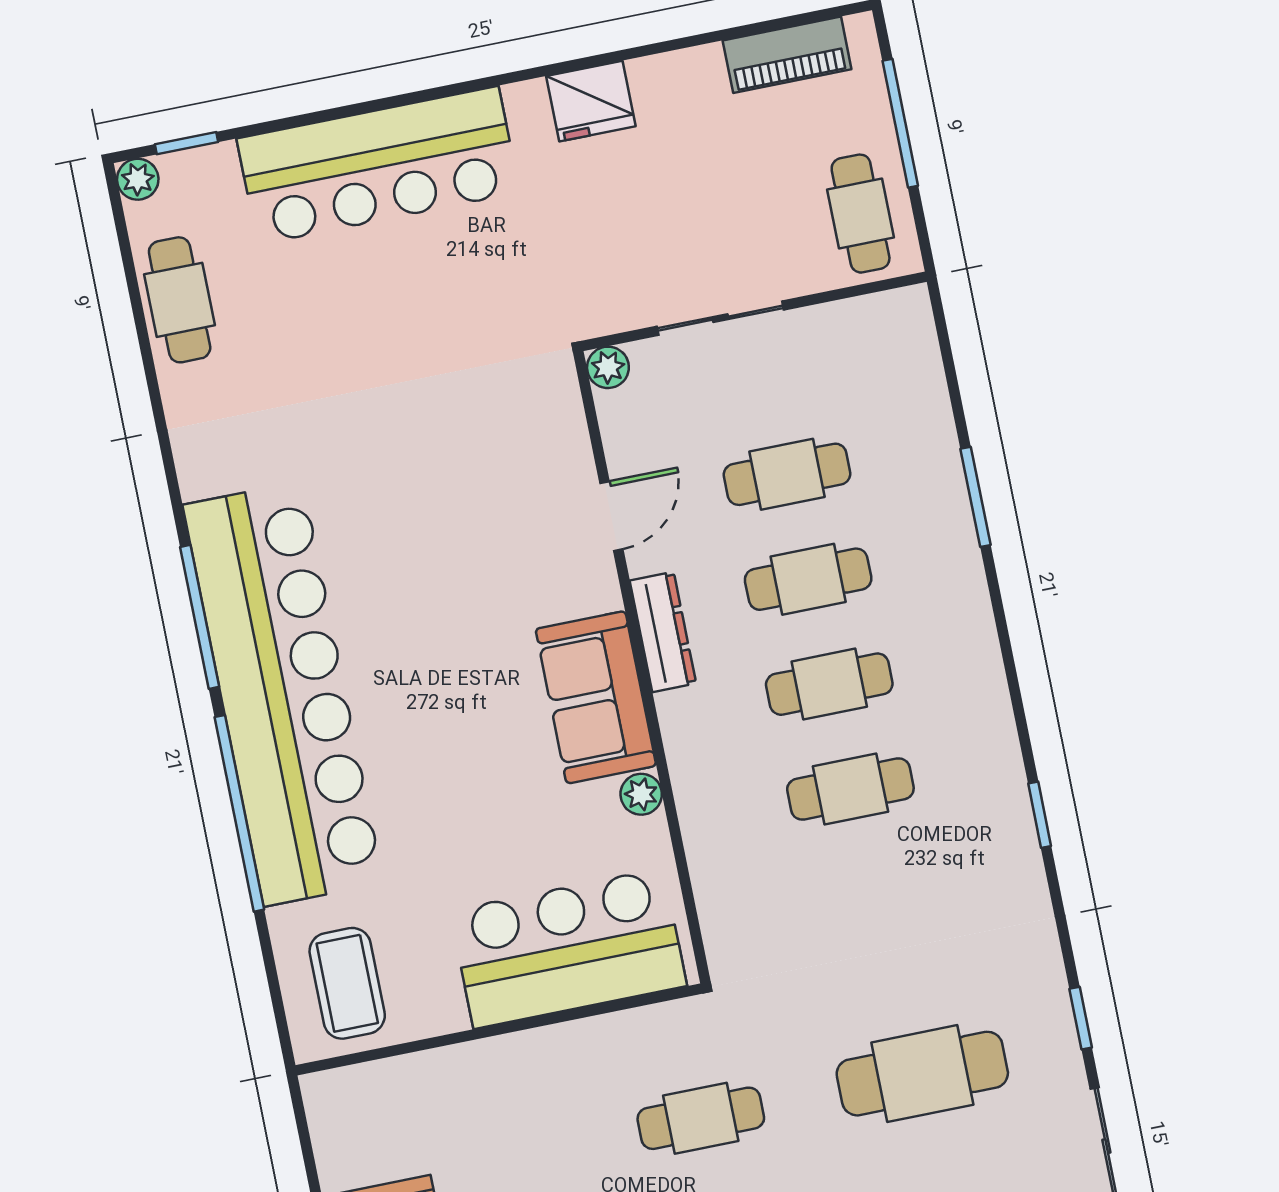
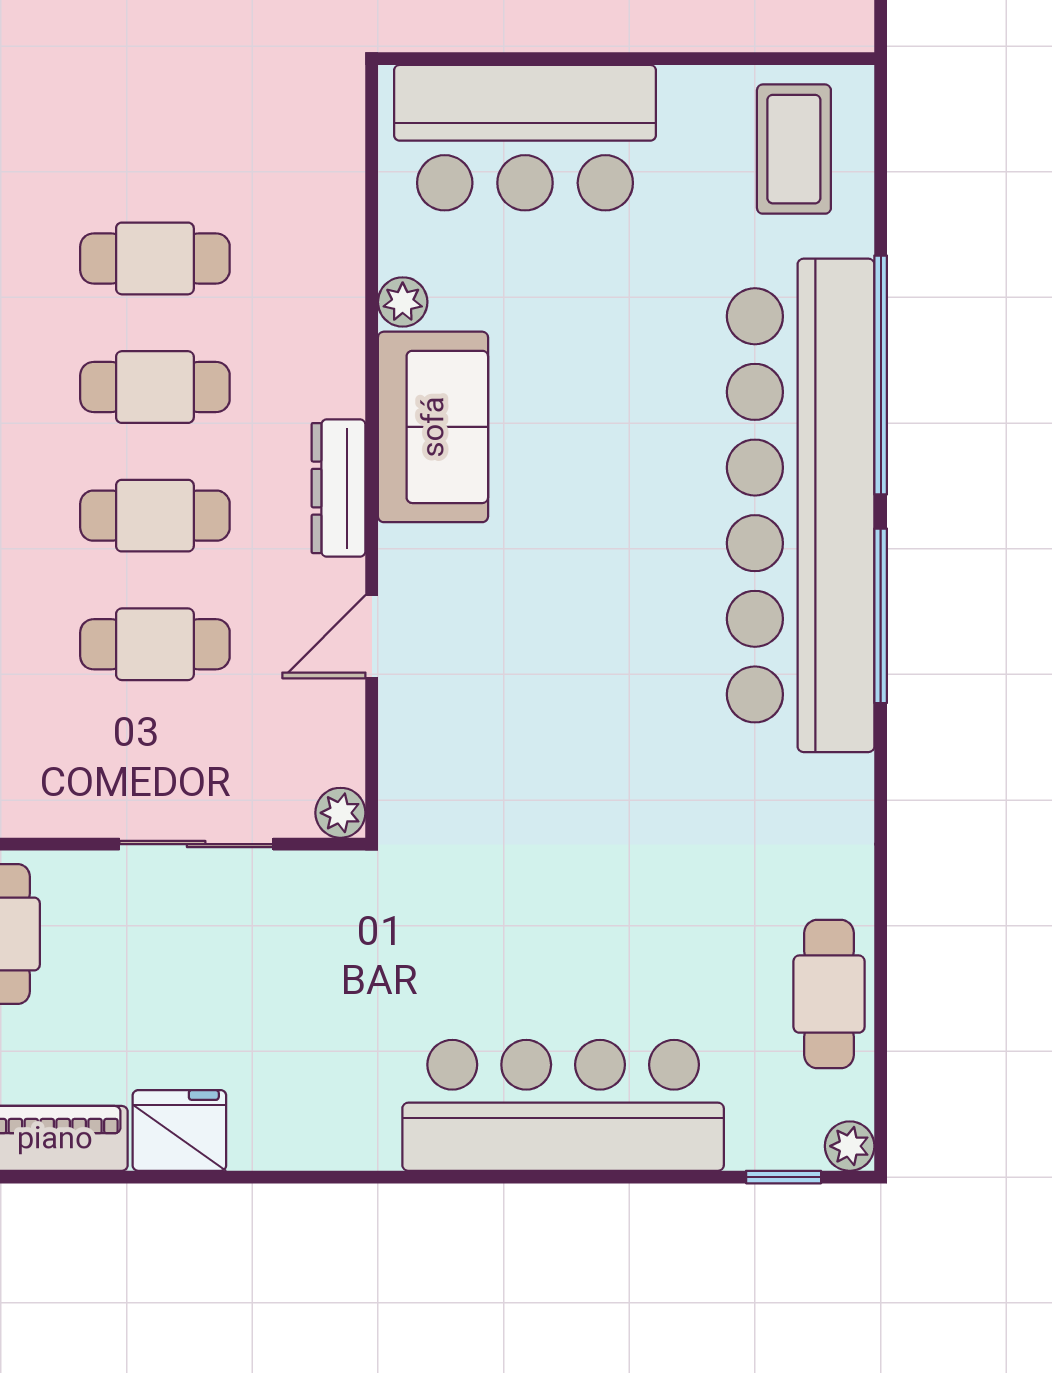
fridge: (591, 101) -> (179, 1130), moved

